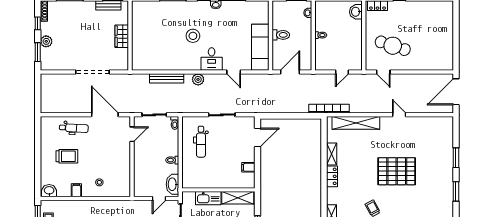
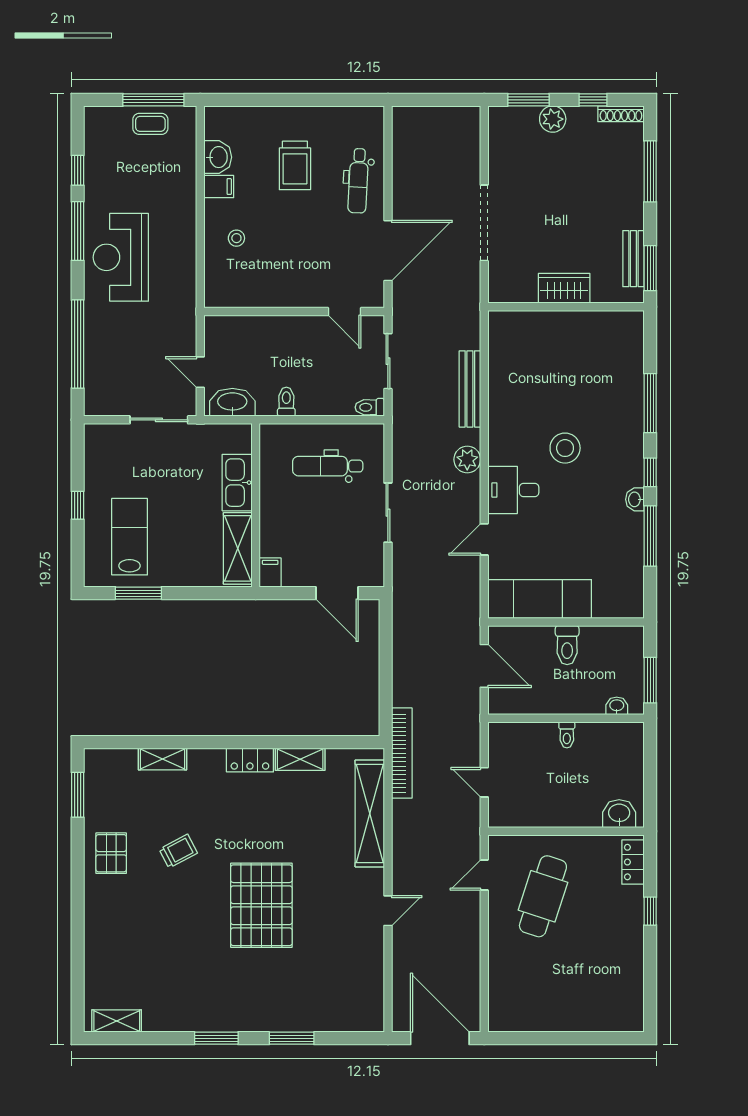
wall: (218, 190) -> (256, 505), moved
washbasin: (49, 191) -> (218, 157), moved
kitchen sink: (208, 198) -> (237, 483), moved
shelving: (238, 198) -> (238, 548), moved

